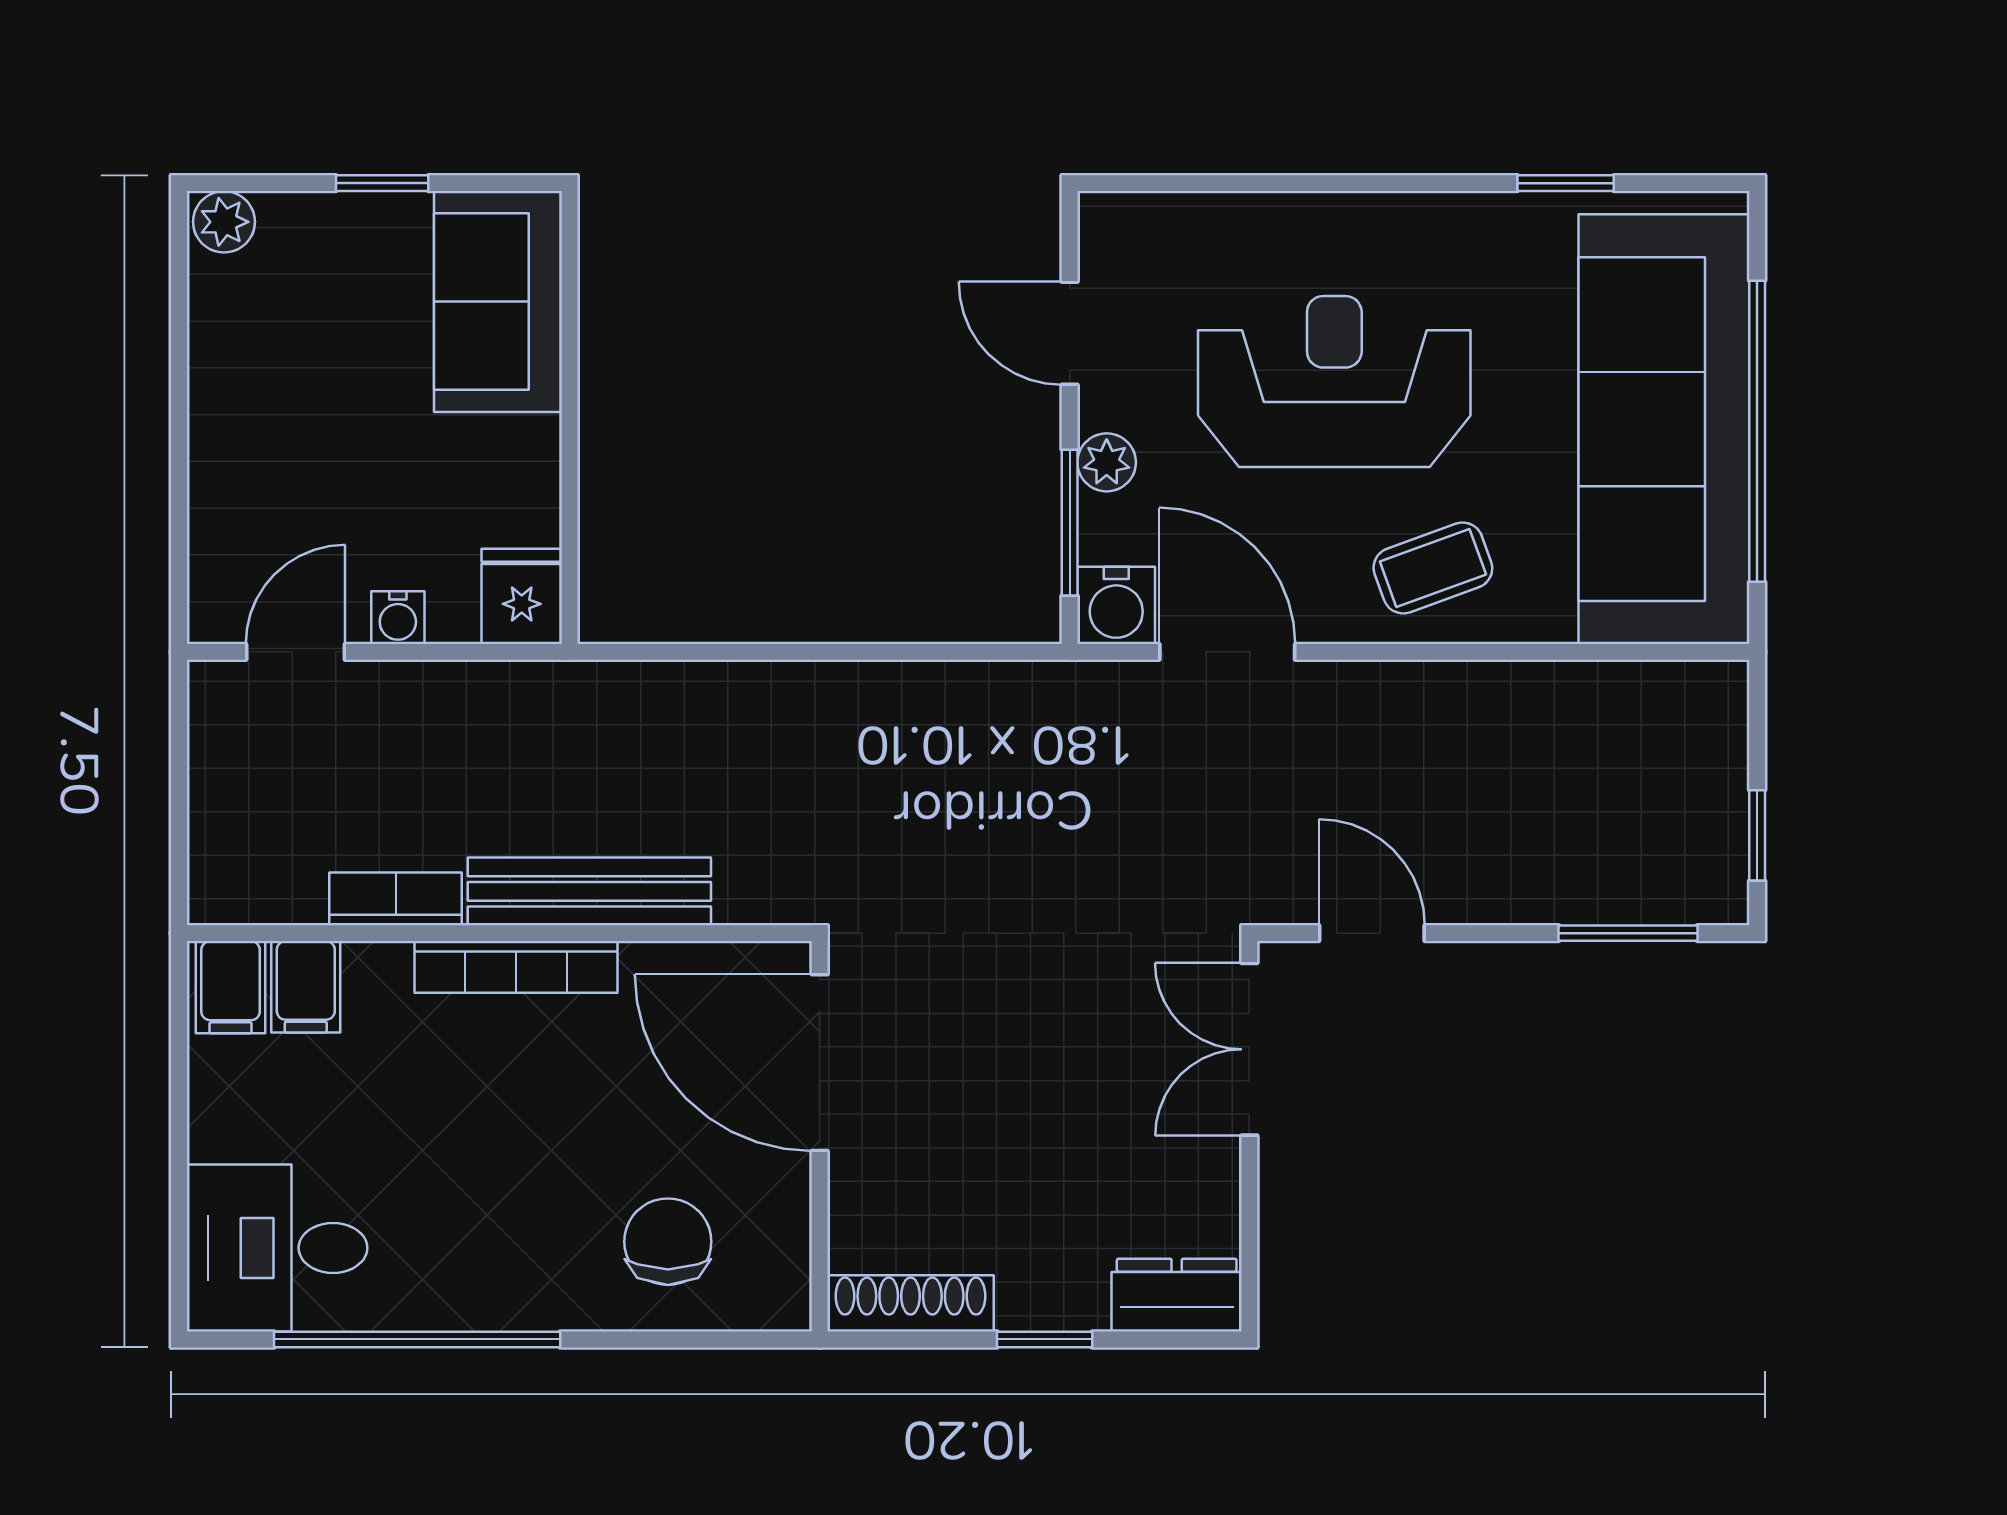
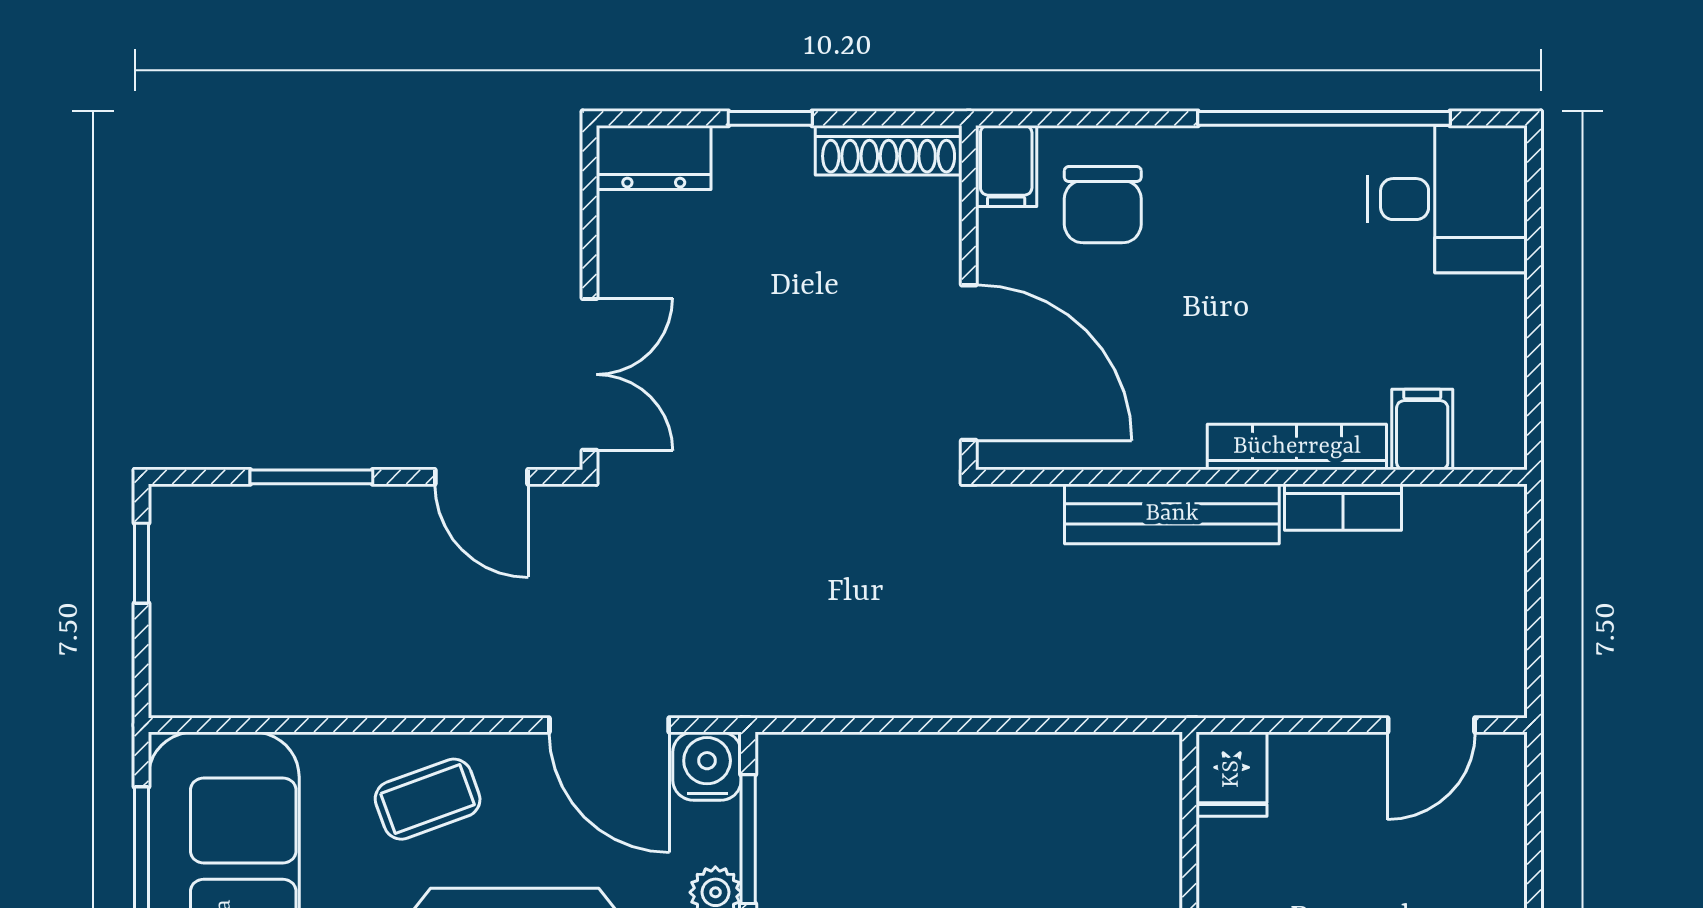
water cooler: (398, 618) -> (1341, 755), removed
window: (1628, 933) -> (311, 477), moved
bookcase: (516, 967) -> (1297, 447), moved
filing cabinet: (231, 987) -> (1006, 166), moved, turned 180

